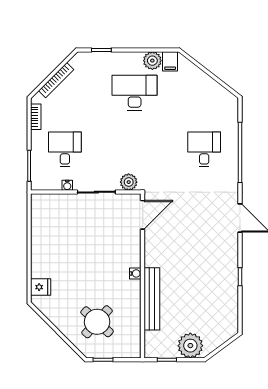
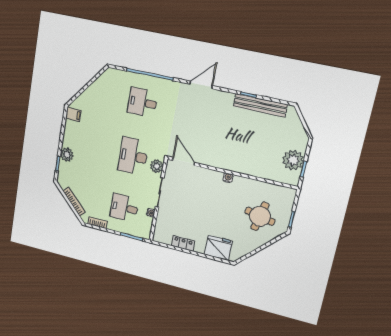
plant: (152, 61) -> (67, 155), moved
desk: (135, 93) -> (133, 156), moved
locker: (38, 234) -> (183, 243), added
fridge: (41, 287) -> (218, 248), width x1.88, depth x1.34
bench: (152, 299) -> (260, 105), moved
round table: (97, 322) -> (260, 216), turned -30
plant: (190, 346) -> (293, 160), moved

